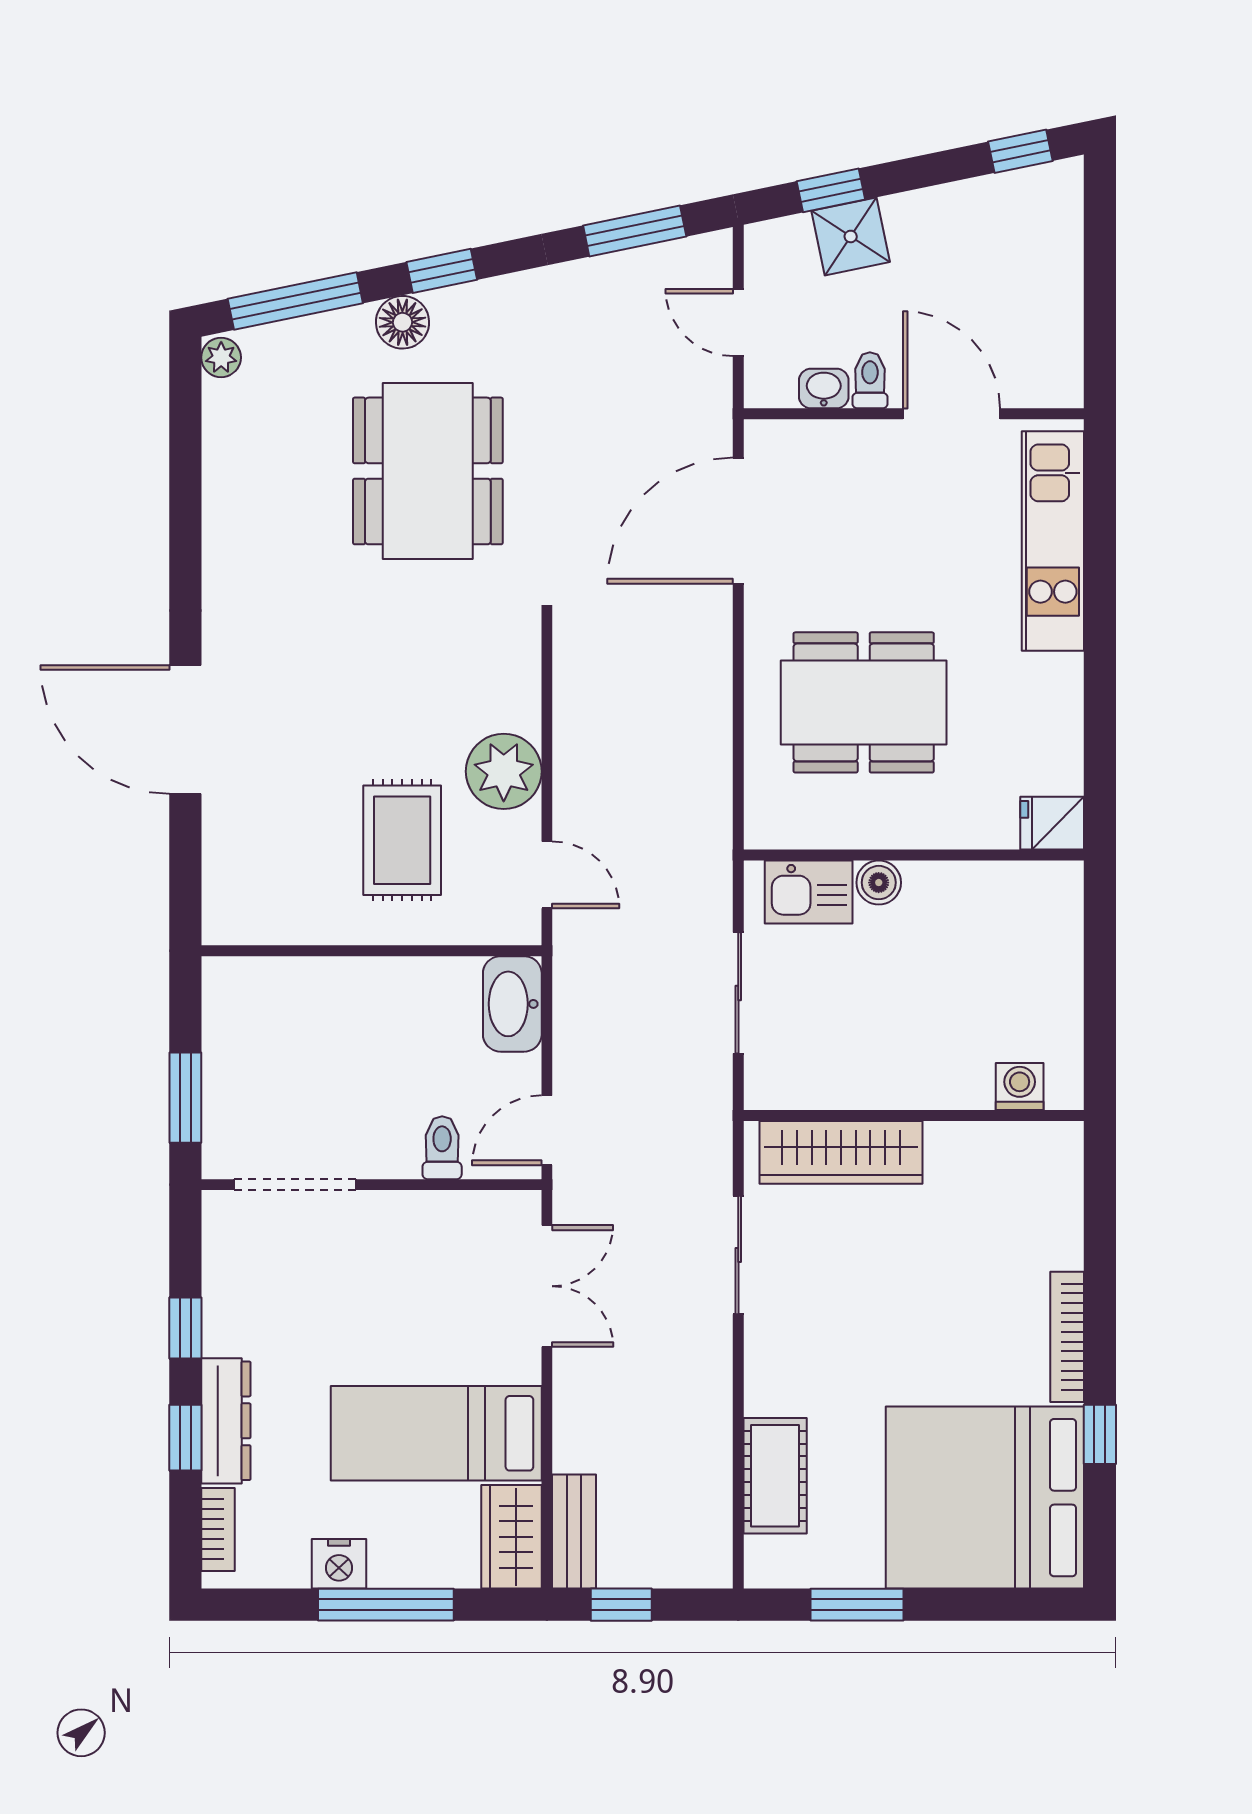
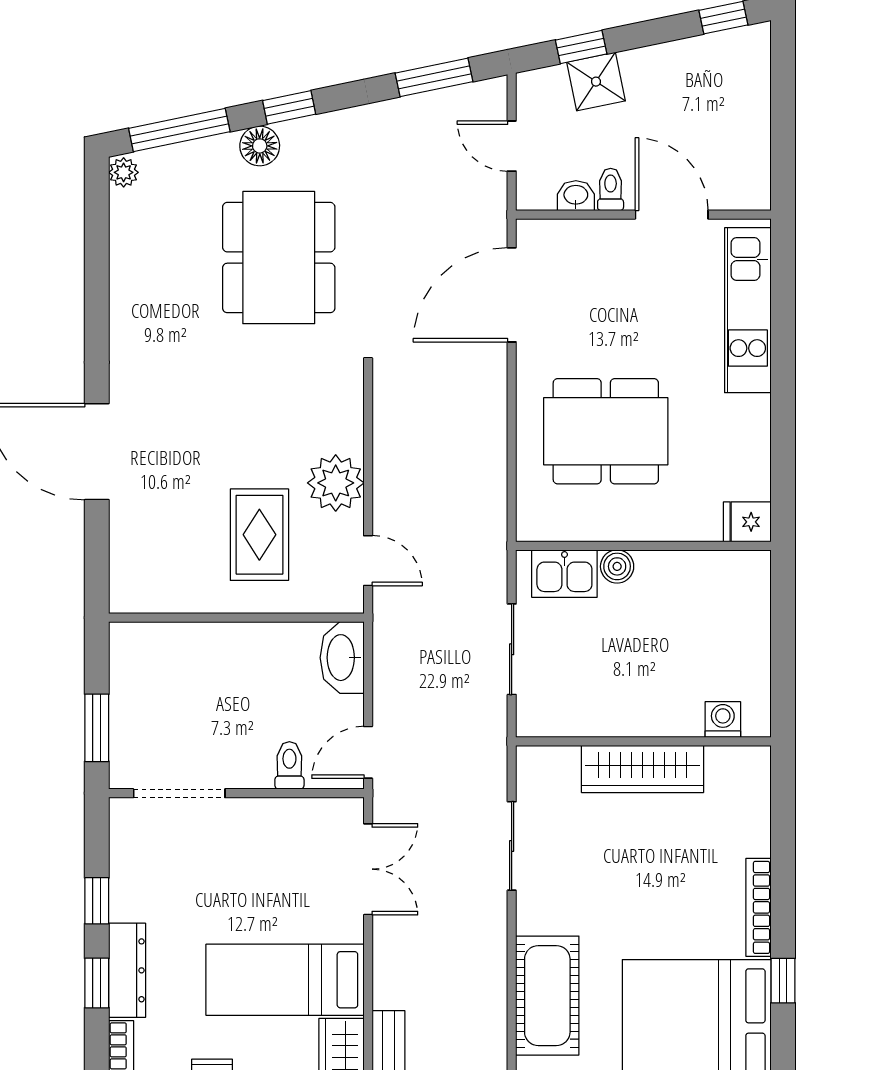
wardrobe: (841, 1152) -> (642, 769), moved
cot: (775, 1476) -> (547, 996), width x1.37, depth x1.34

